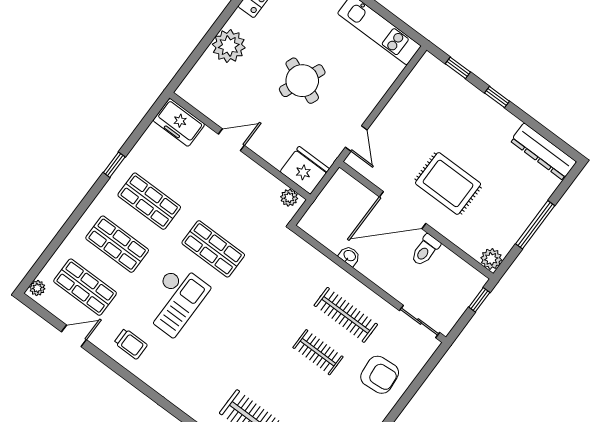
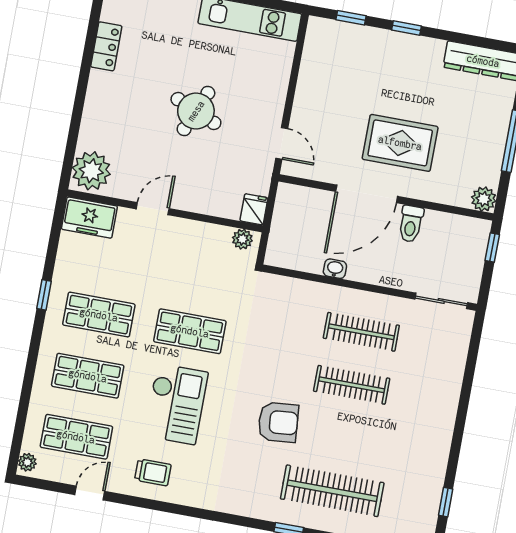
plant: (229, 46) -> (91, 171), moved
fridge: (305, 170) -> (254, 209), width x0.53, depth x0.75
clothes rail: (318, 352) -> (352, 385), width x1.36
armchair: (380, 375) -> (278, 422), moved

